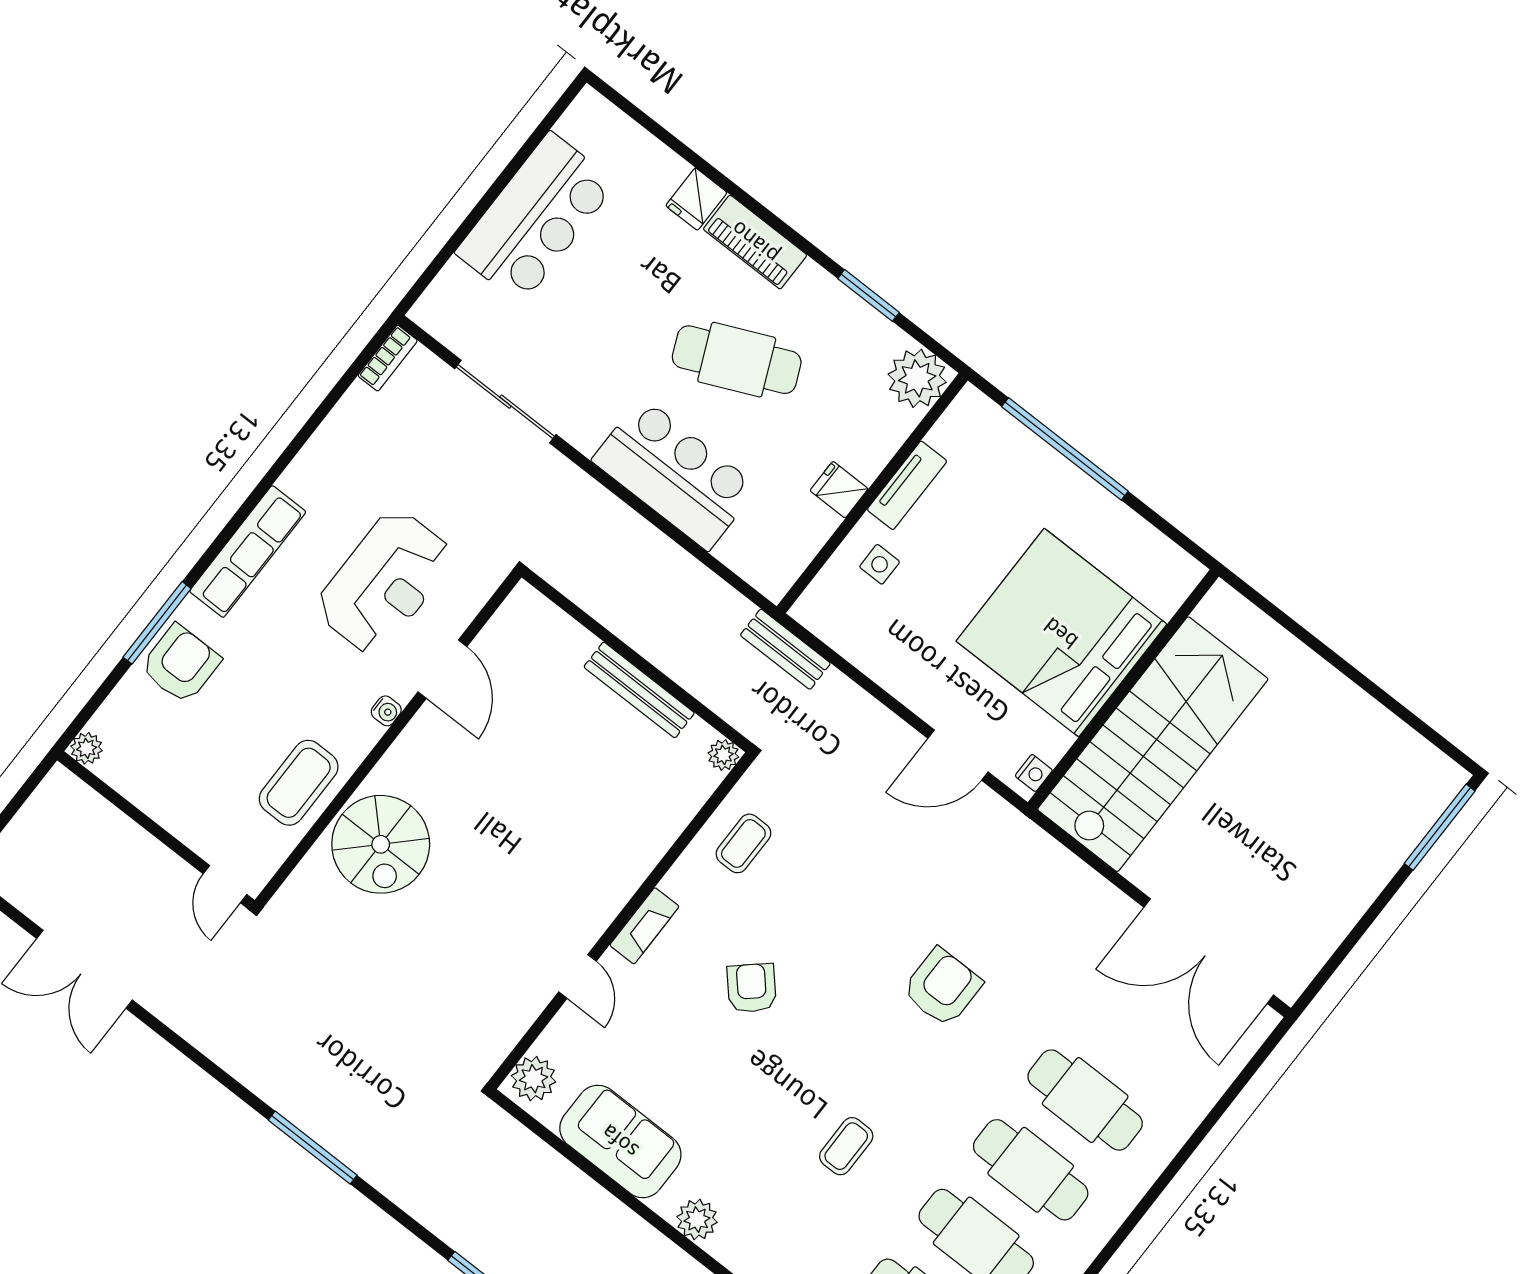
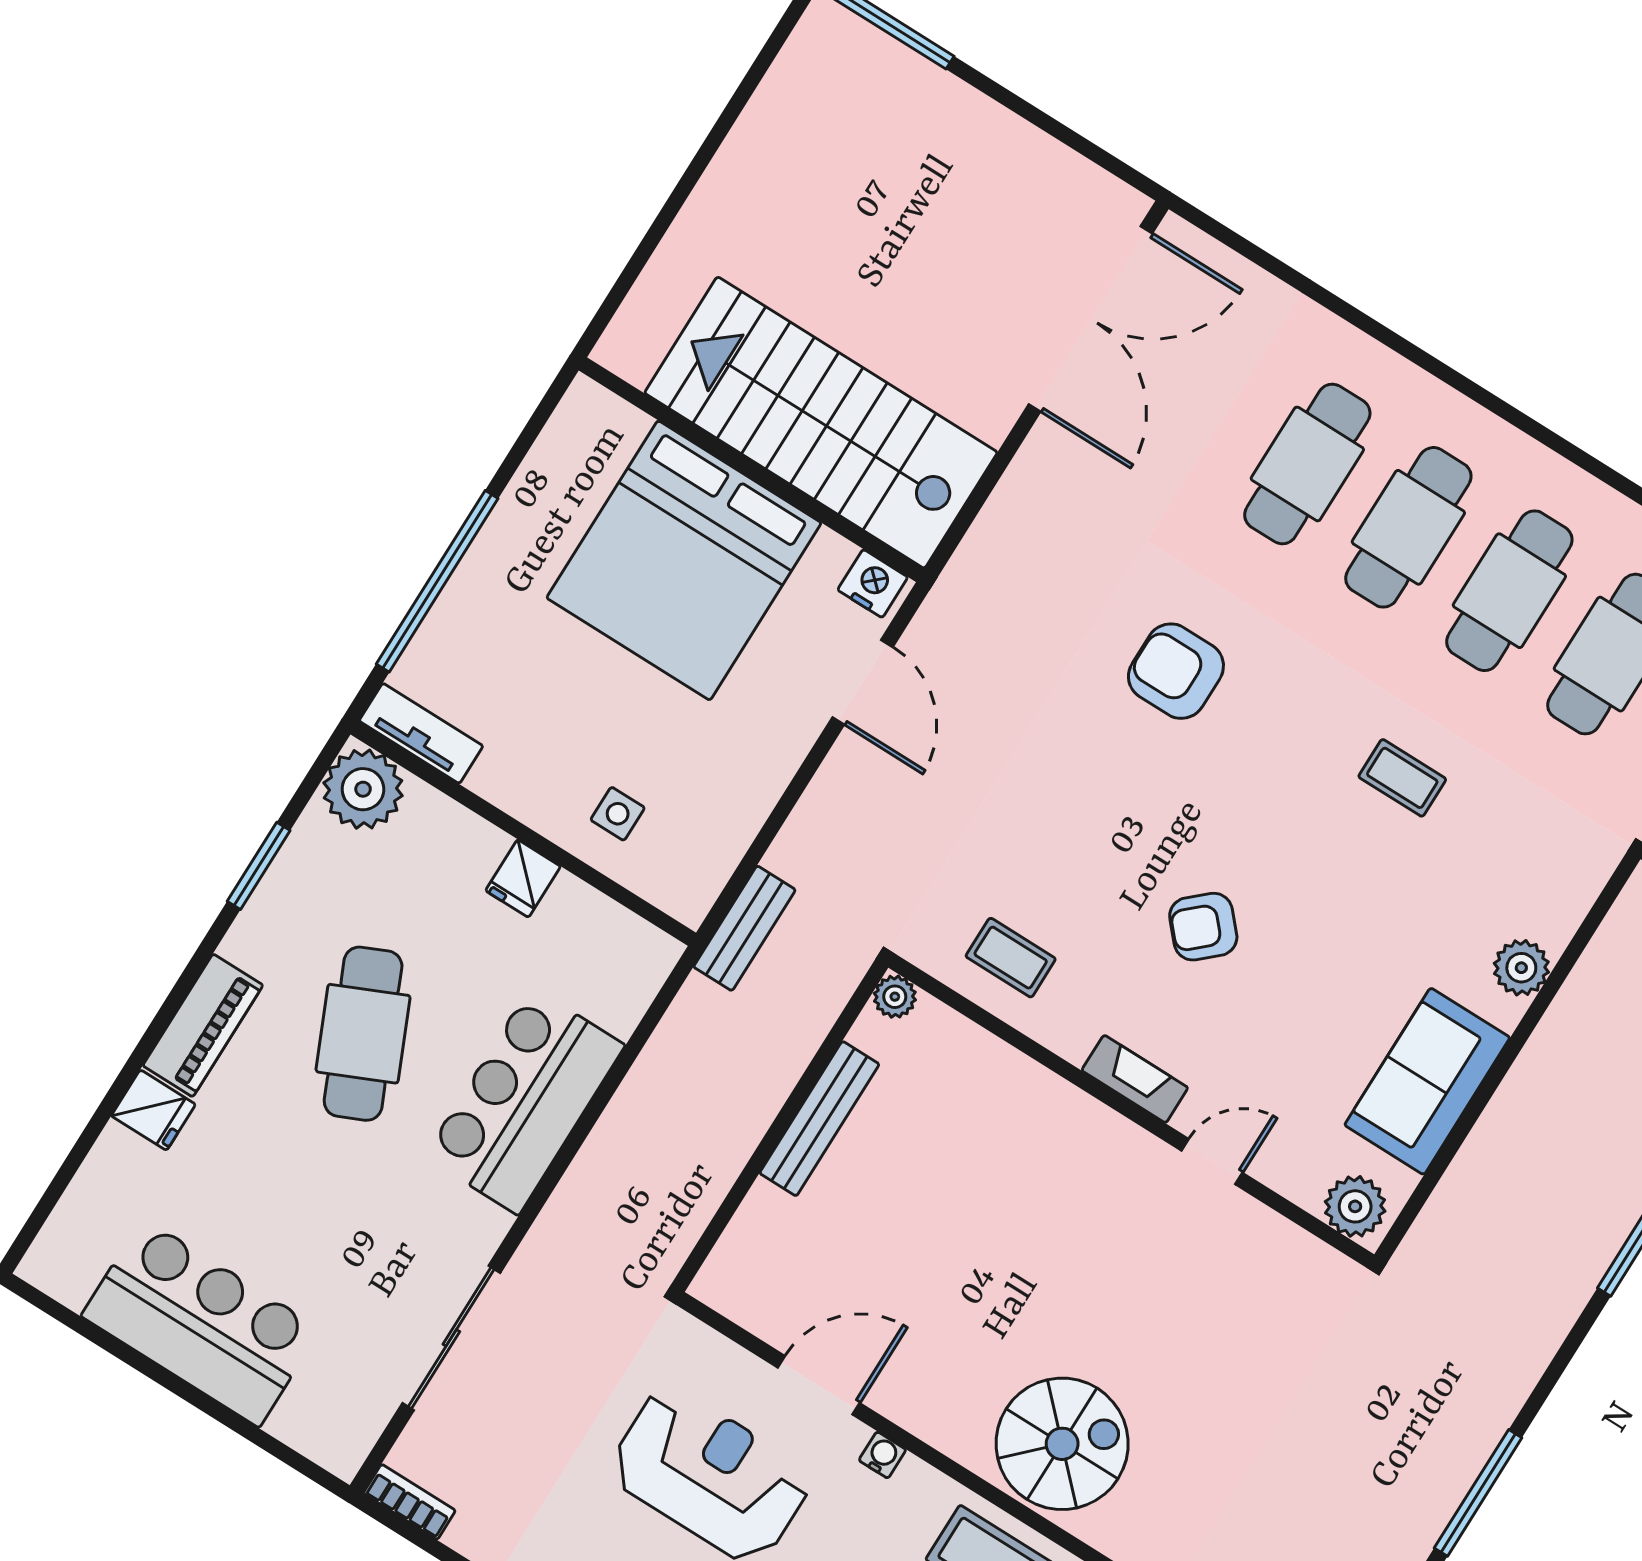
tv unit: (907, 485) -> (421, 733), moved
nightstand: (1034, 773) -> (873, 583), width x1.39, depth x1.35

